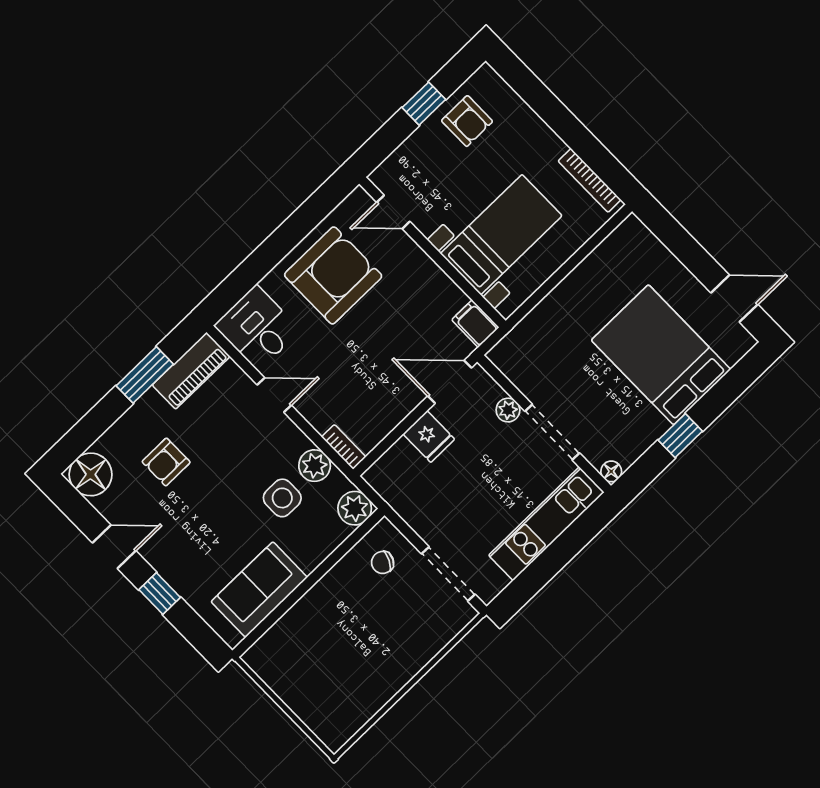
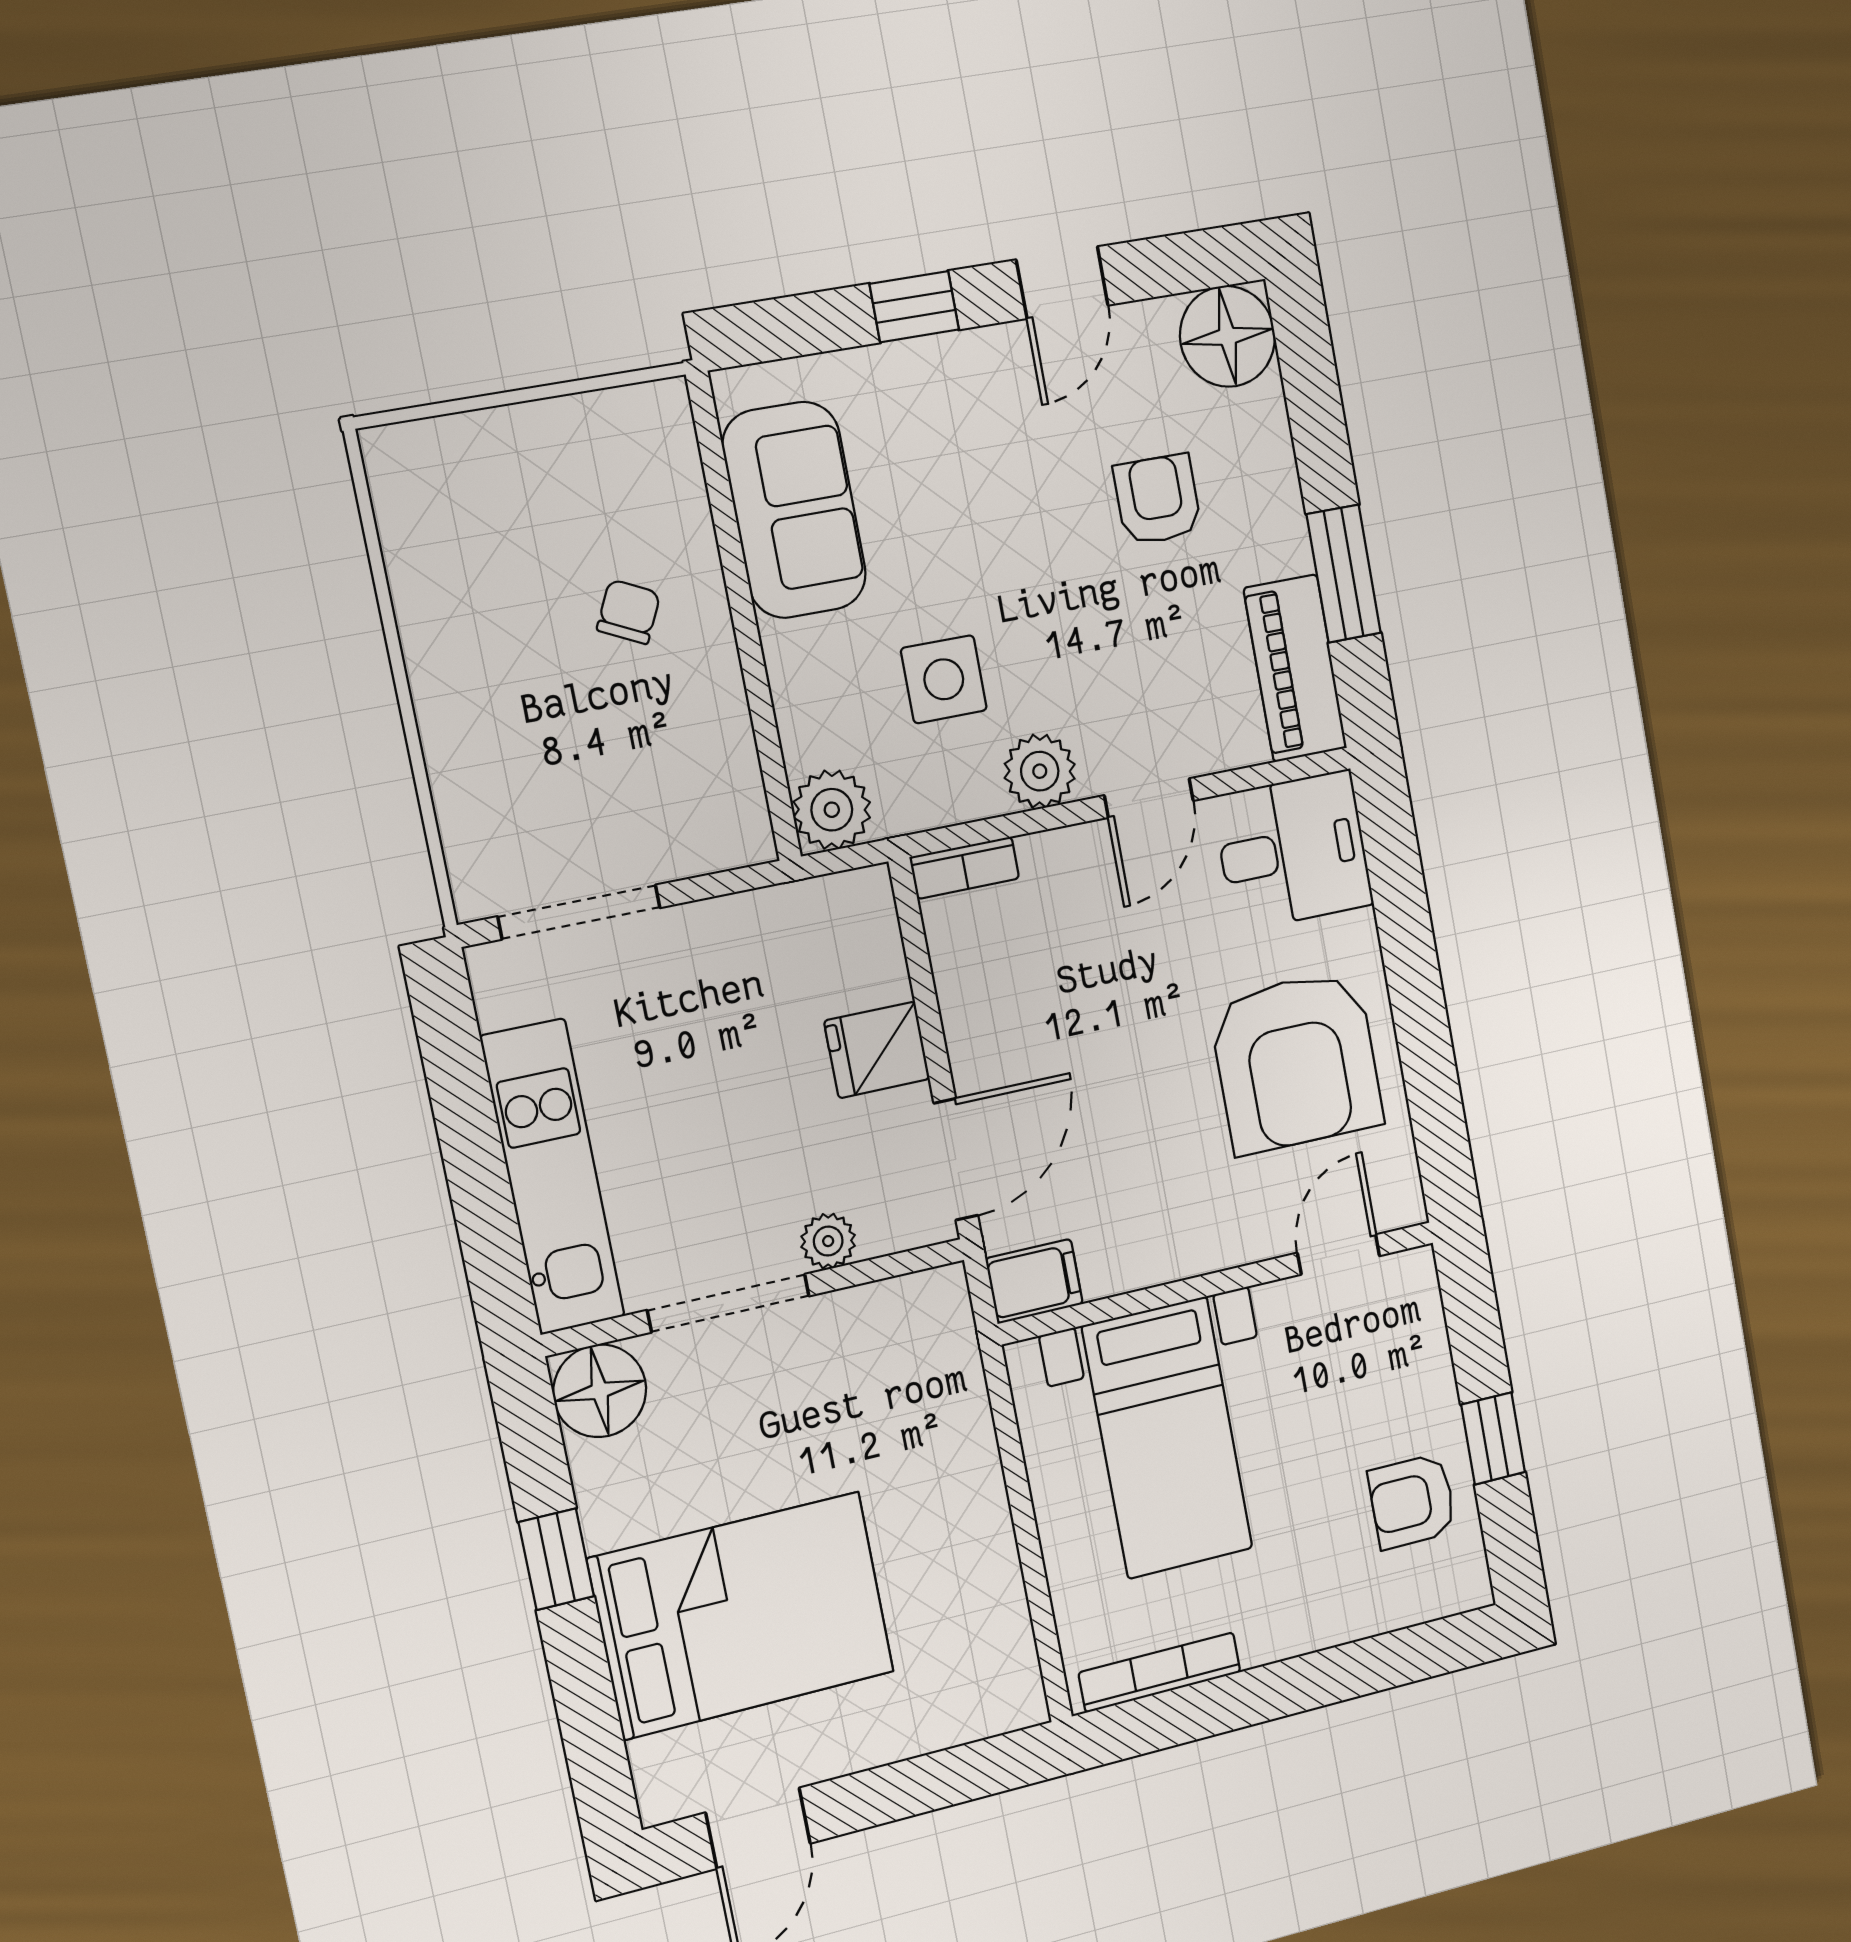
plant: (315, 466) -> (1040, 771), moved
floor lamp: (611, 471) -> (600, 1391), width x1.89, depth x1.89
chair: (383, 562) -> (629, 612), moved

